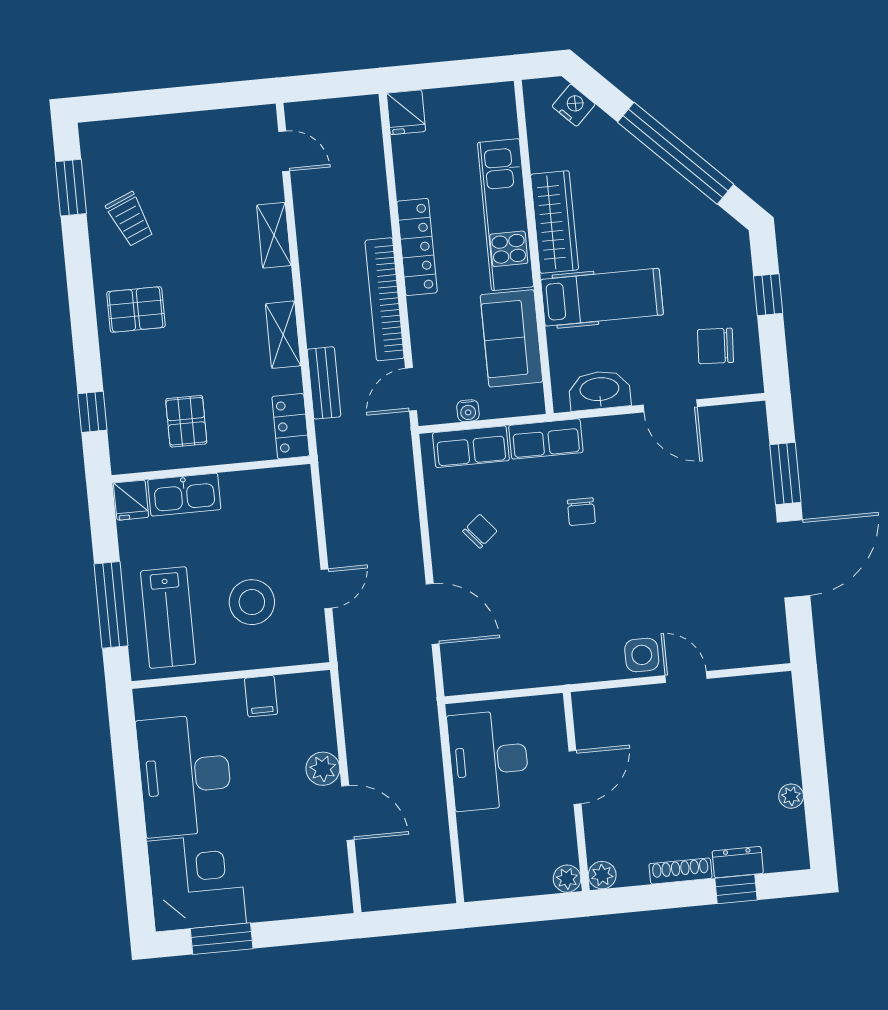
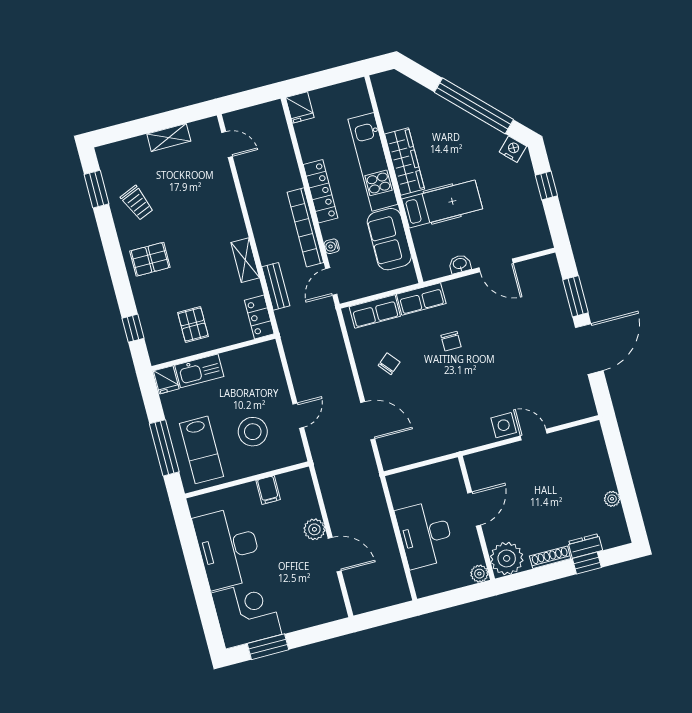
nightstand: (574, 105) -> (513, 149), moved
shelving: (274, 235) -> (169, 137), moved, turned 90
chair: (715, 346) -> (519, 223), removed
washbasin: (600, 390) -> (460, 264), width x0.52, depth x0.69
water cooler: (468, 411) -> (332, 246), moved, turned 90
desk: (489, 760) -> (425, 534), moved
plant: (602, 875) -> (507, 558), width x1.88, depth x1.88

